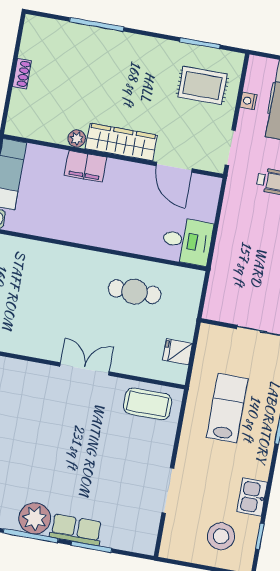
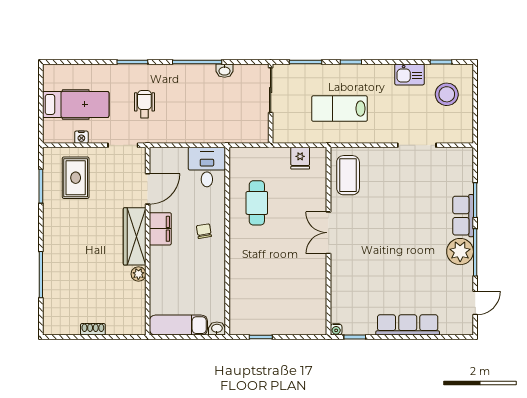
filing cabinet: (86, 166) -> (160, 229), moved
chair: (113, 224) -> (204, 231), added

